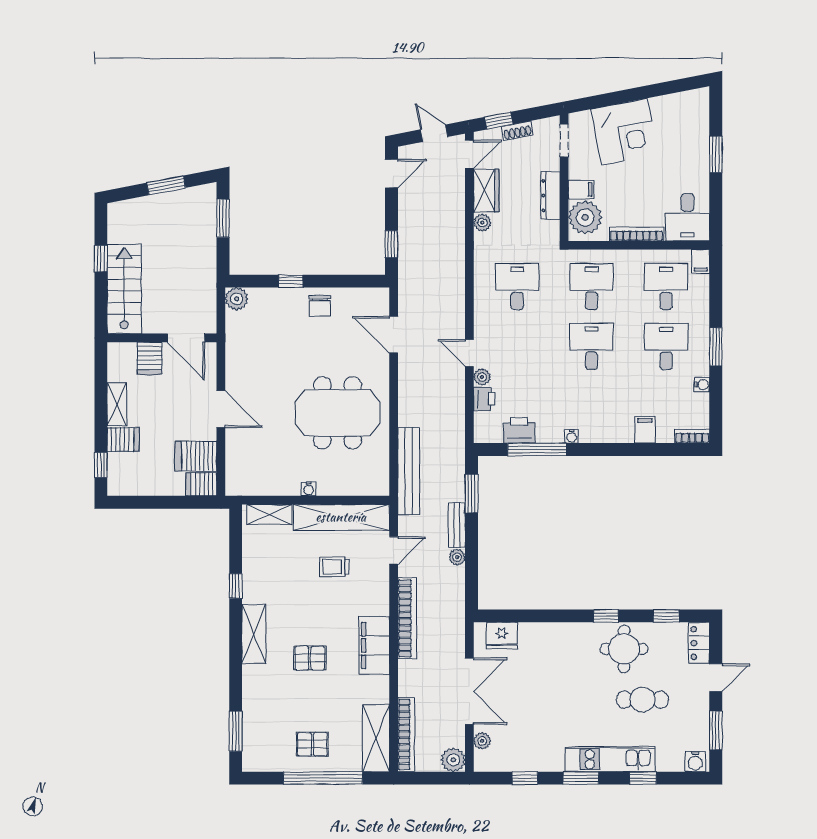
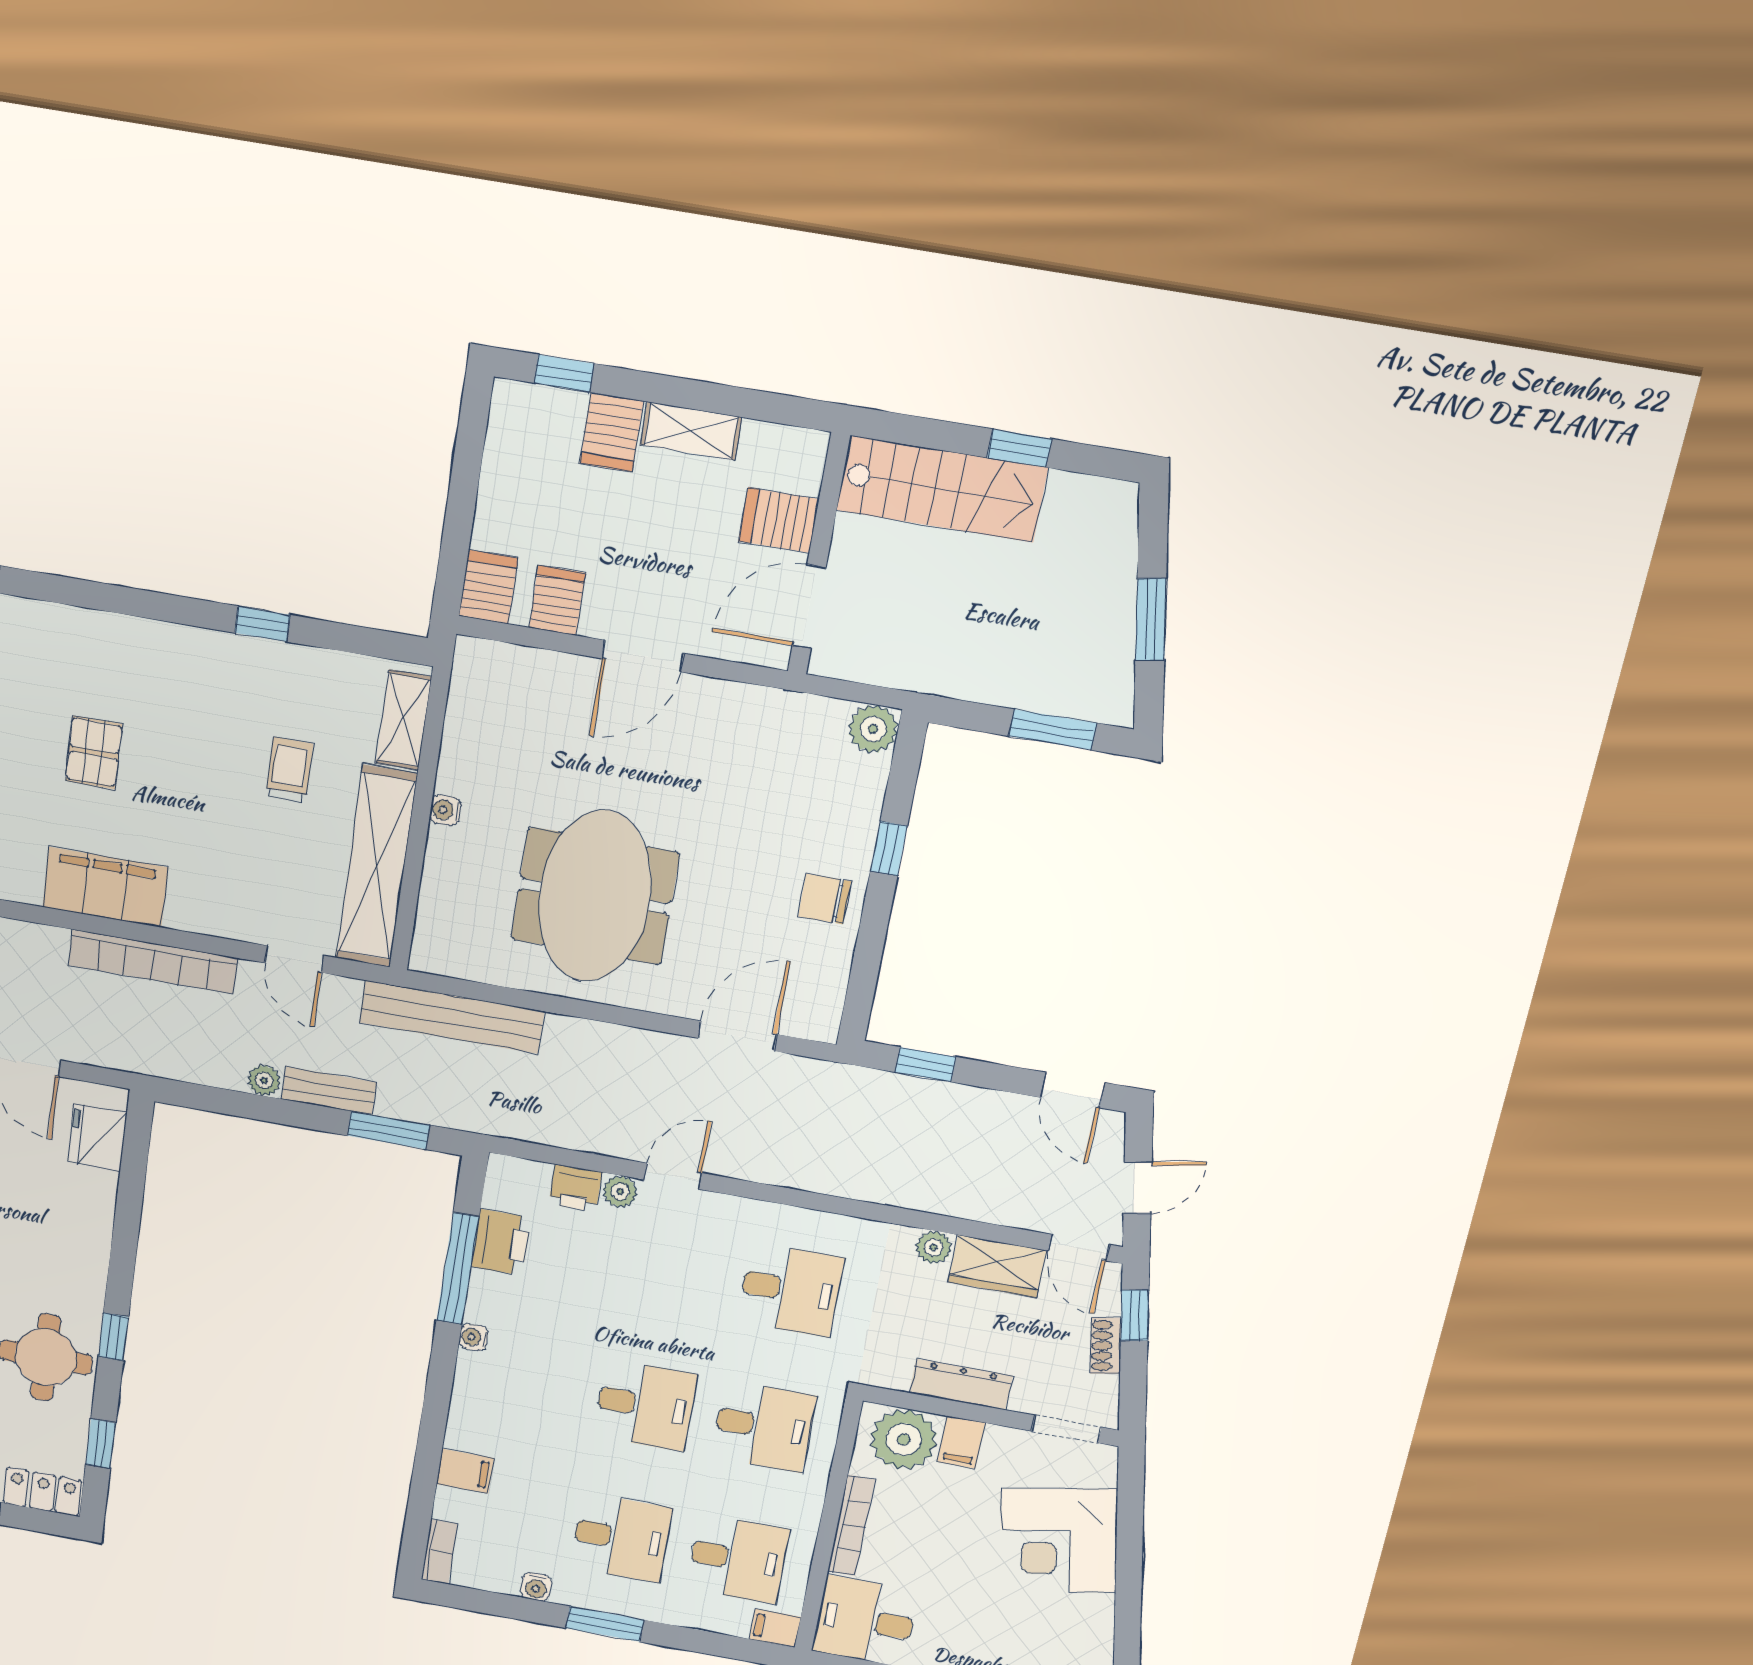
server rack: (196, 456) -> (557, 600), width x0.73, depth x0.70
trolley: (334, 567) -> (289, 770), moved
shelving: (254, 634) -> (157, 645), removed

